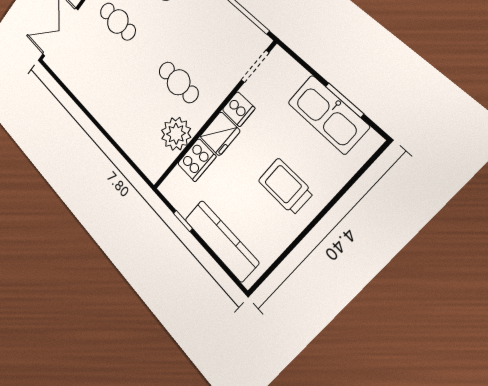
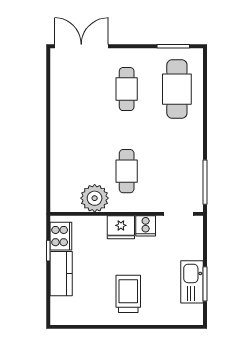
kitchen sink: (328, 115) -> (192, 282), width x0.73, depth x0.81
cooker: (197, 160) -> (61, 236), moved, turned -90
kitchen counter: (221, 241) -> (61, 274), width x0.67

